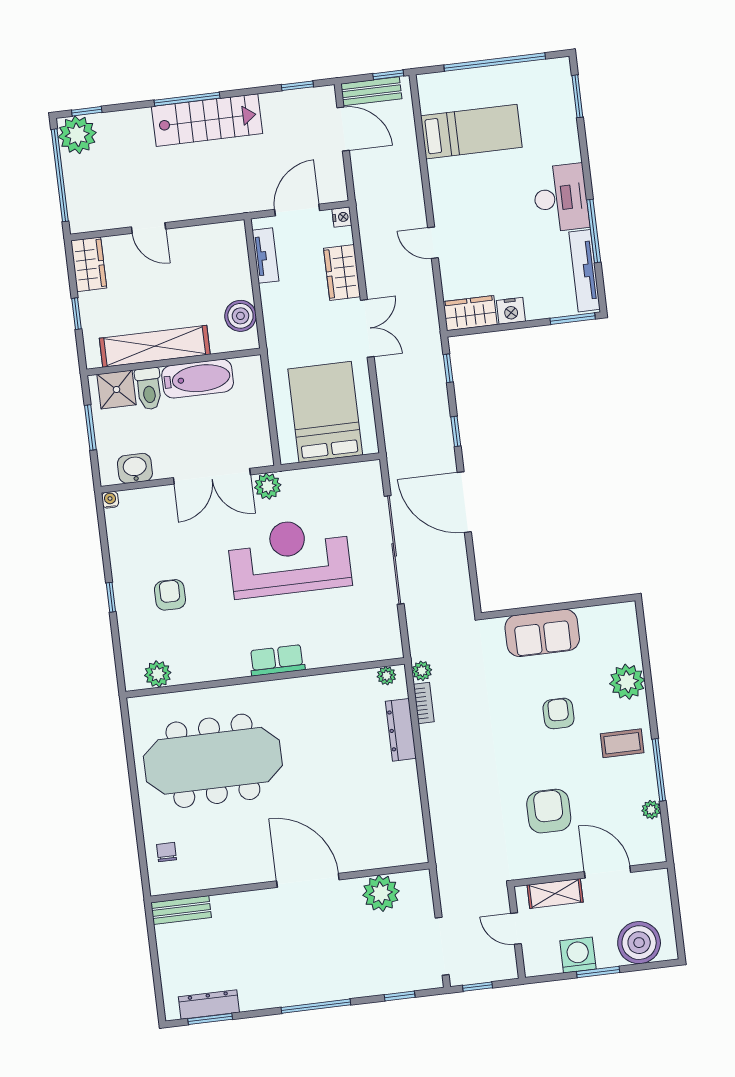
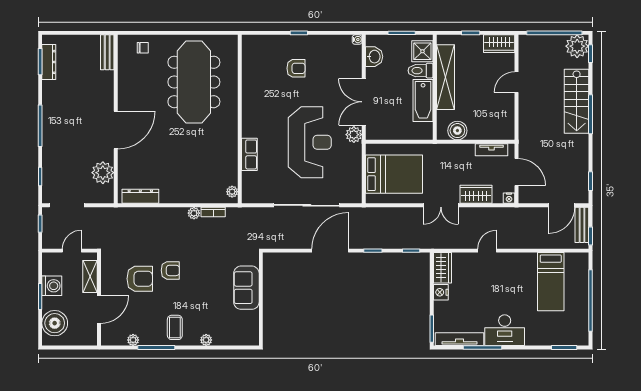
stairs: (207, 120) -> (577, 101), moved
row of seats: (277, 660) -> (249, 154), moved
plant: (422, 671) -> (194, 213), moved
plant: (158, 674) -> (250, 55), removed
plant: (627, 682) -> (206, 340), width x0.53, depth x0.53
armchair: (558, 713) -> (170, 270), moved
dresser: (401, 730) -> (140, 196), moved

